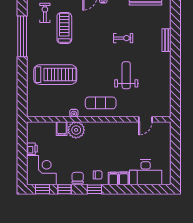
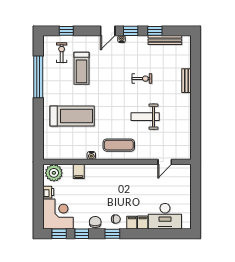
treadmill: (64, 28) -> (82, 68), turned 180
weight bench: (126, 75) -> (145, 117), turned -90
plant: (76, 130) -> (54, 173), moved

